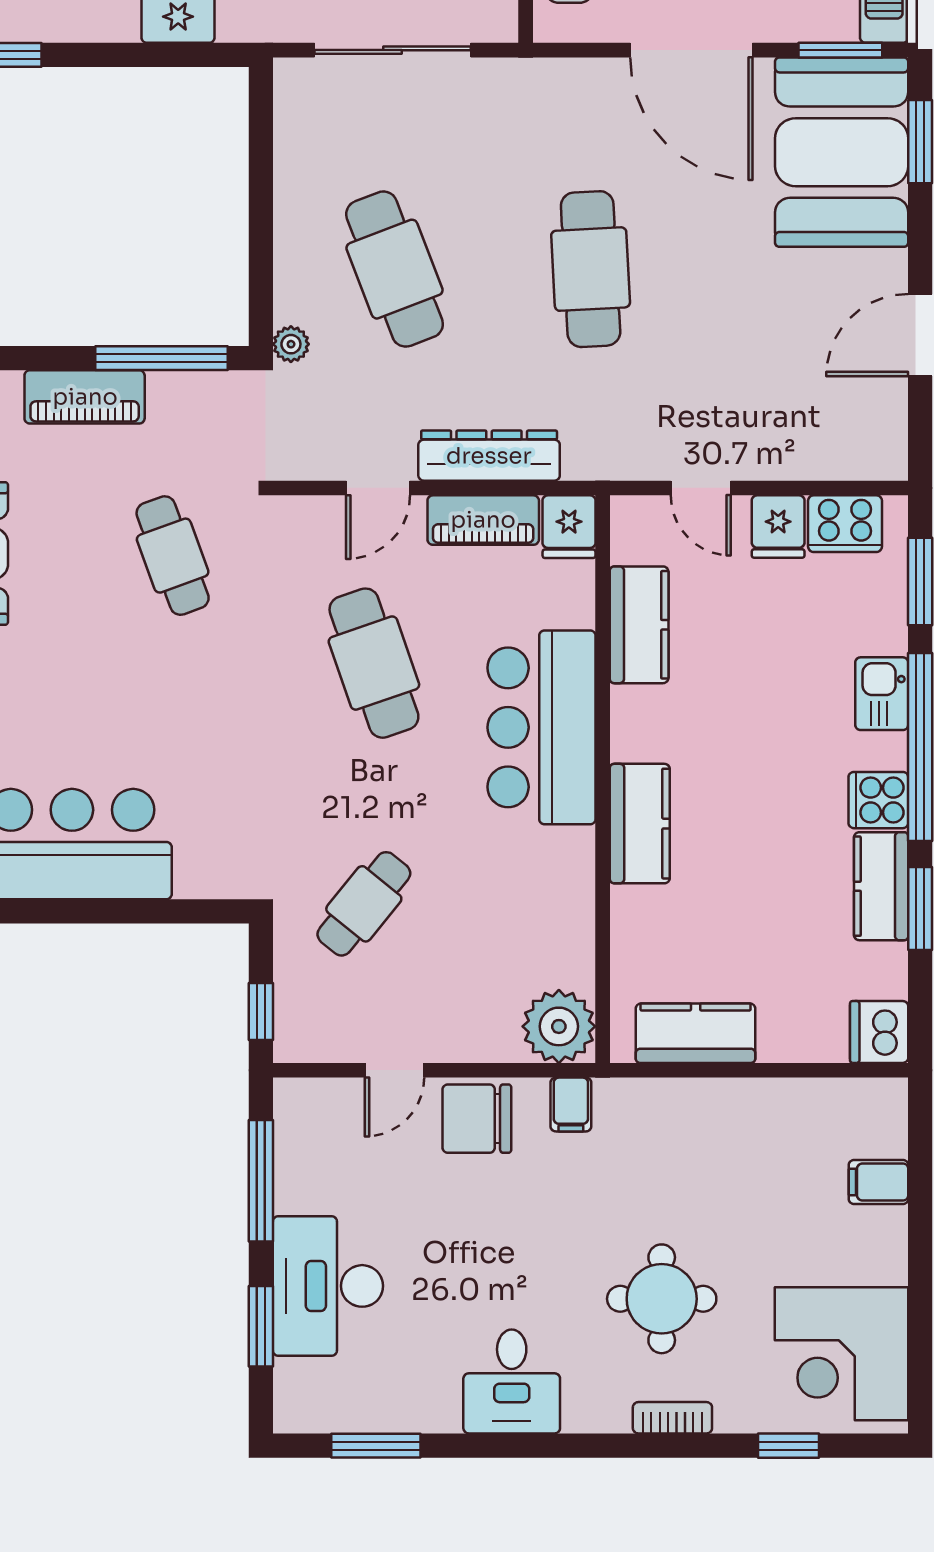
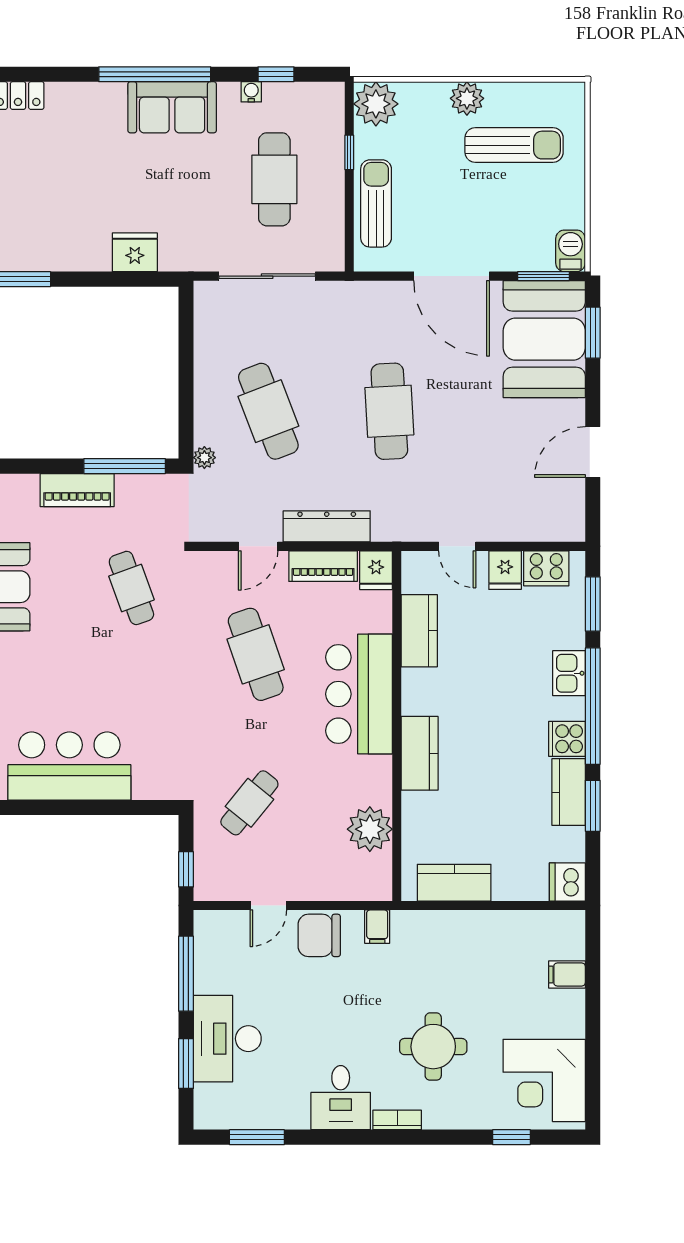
plant: (559, 1026) -> (370, 829), moved
bookcase: (672, 1418) -> (397, 1120), moved

